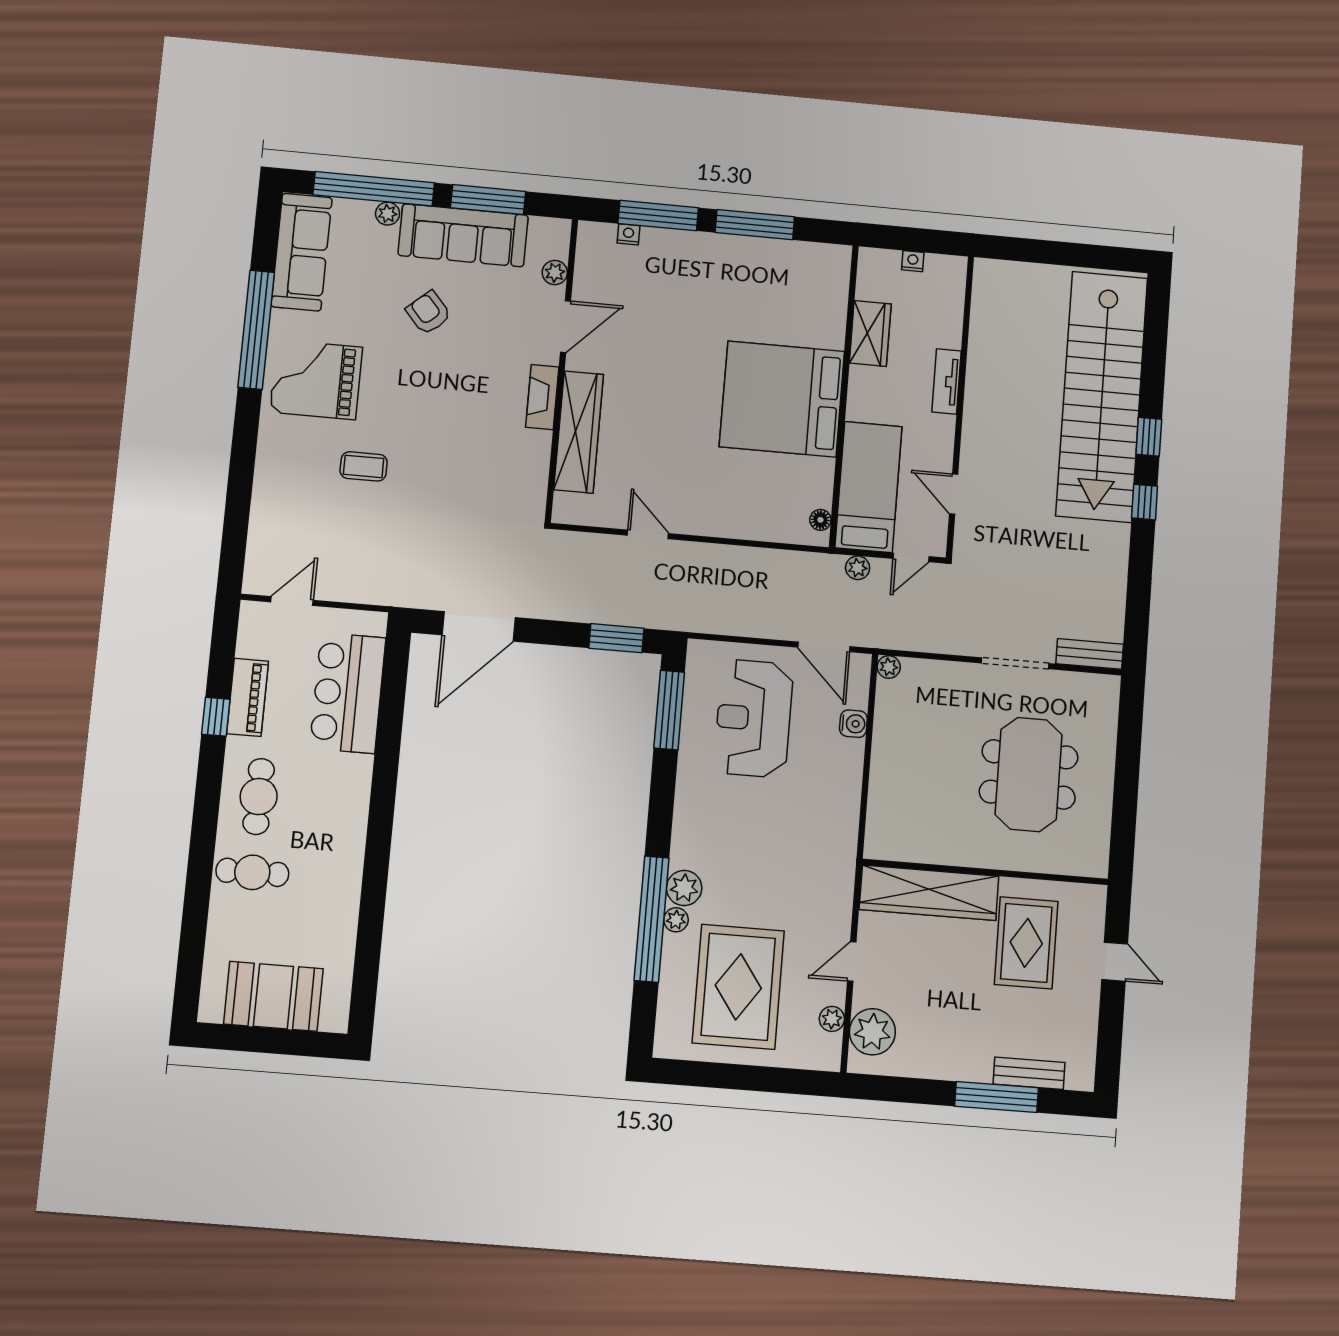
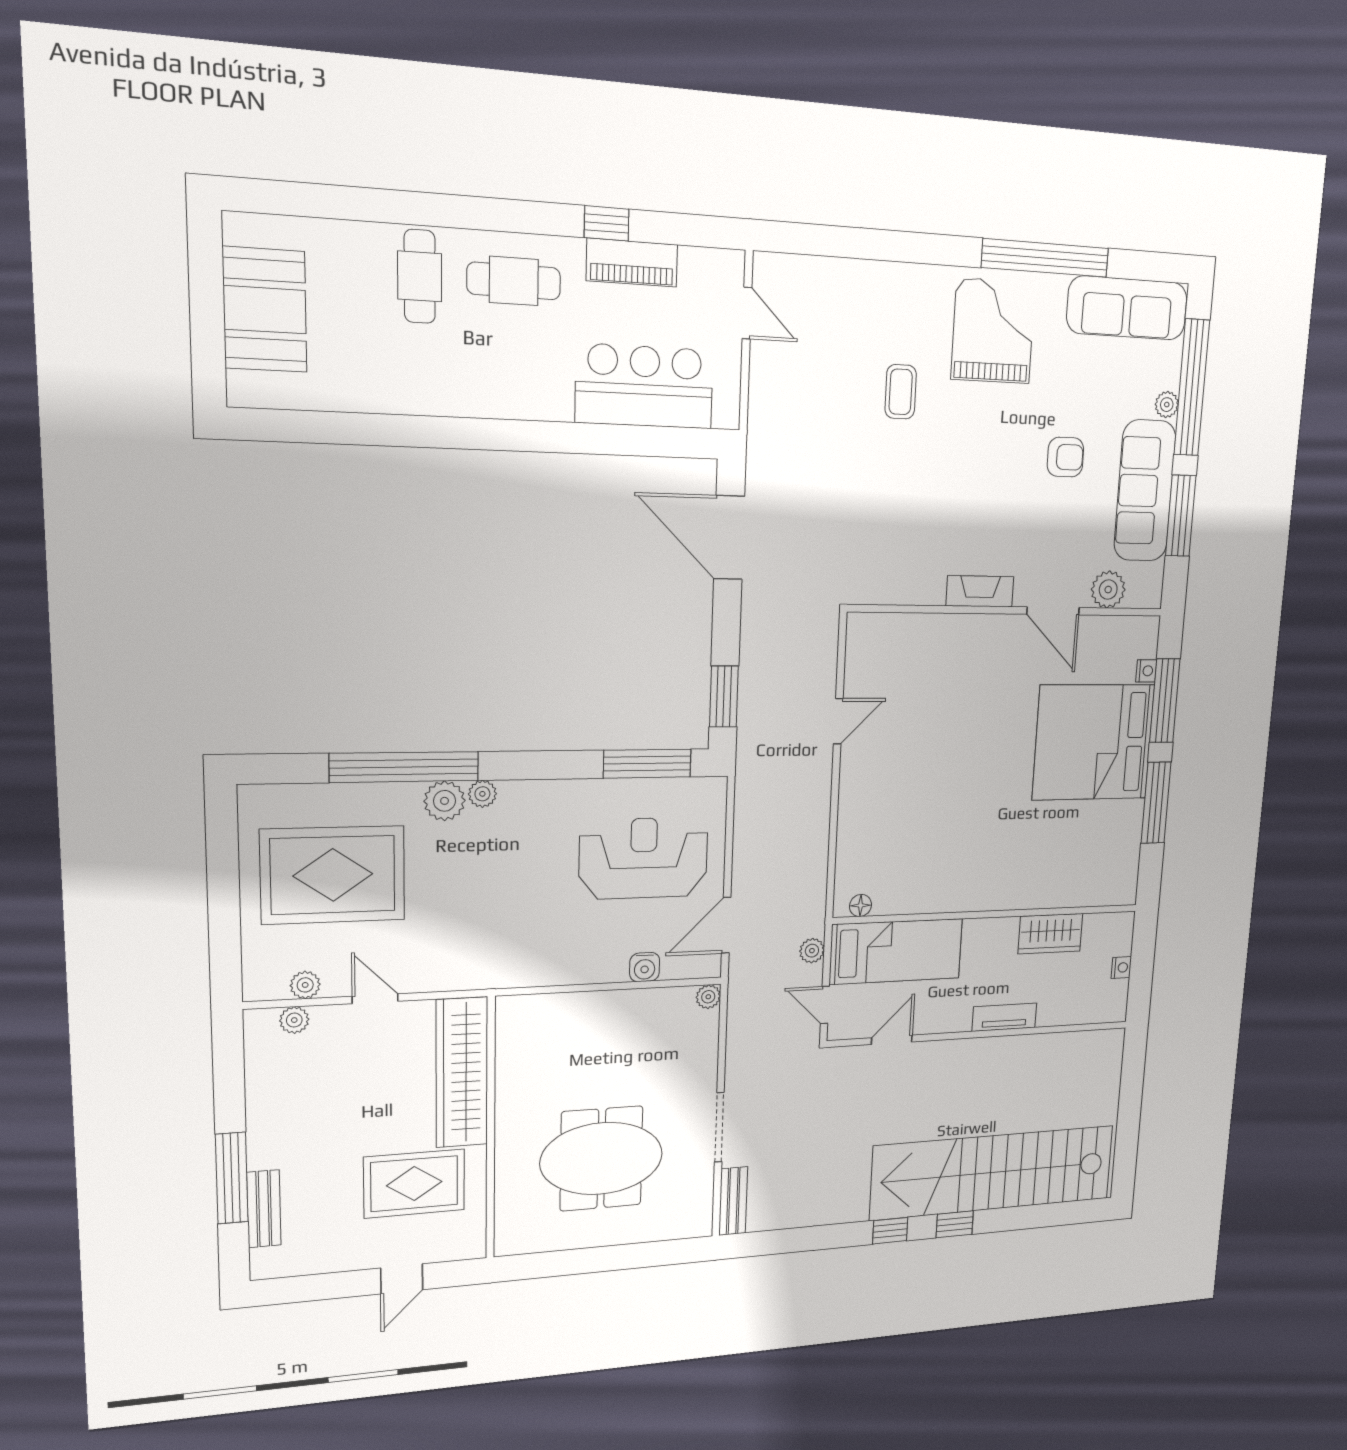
plant: (555, 273) -> (1108, 590), width x1.38, depth x1.38
armchair: (428, 313) -> (1065, 457), turned 41
bed: (782, 399) -> (1093, 742), moved, turned -90
wardrobe: (579, 432) -> (944, 635), removed
plant: (676, 920) -> (482, 794), moved
plant: (872, 1032) -> (294, 1020), width x0.53, depth x0.53

